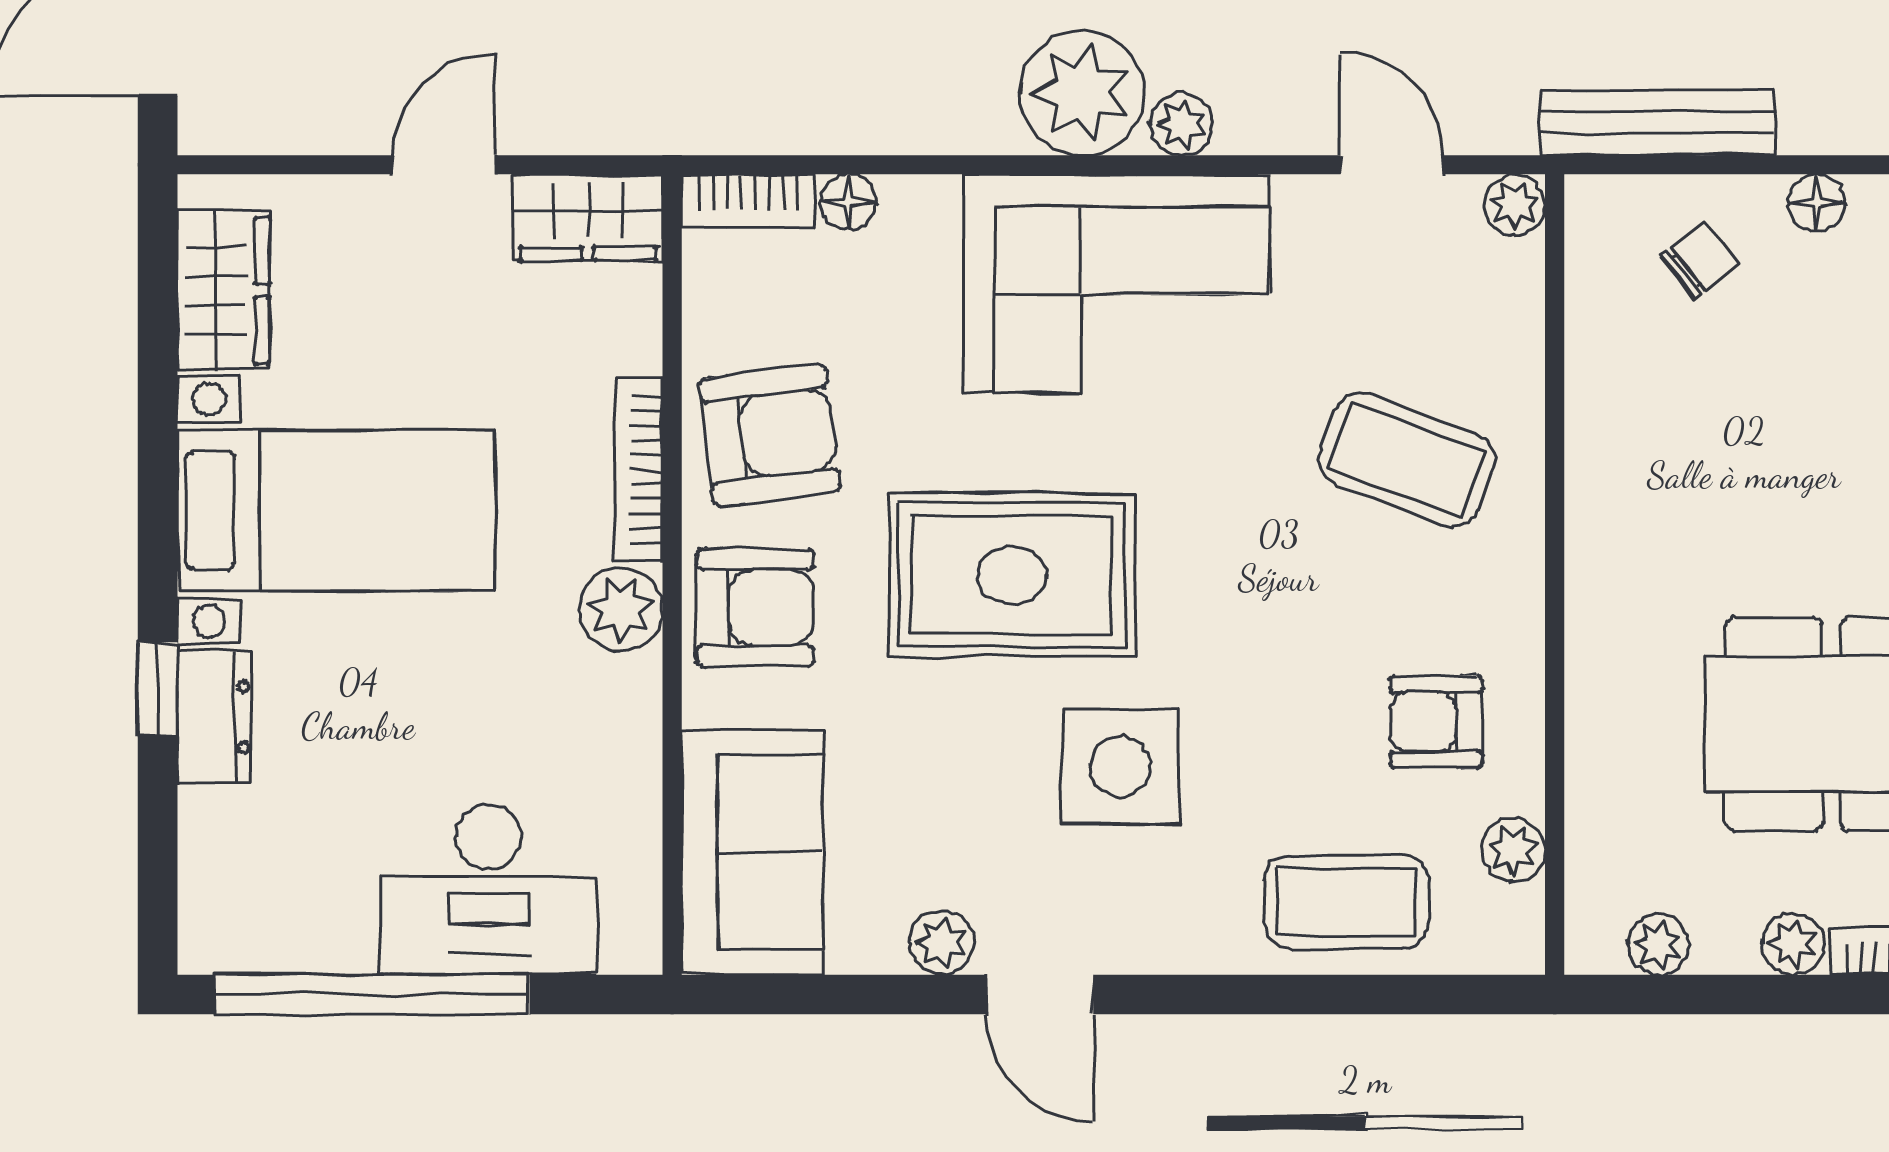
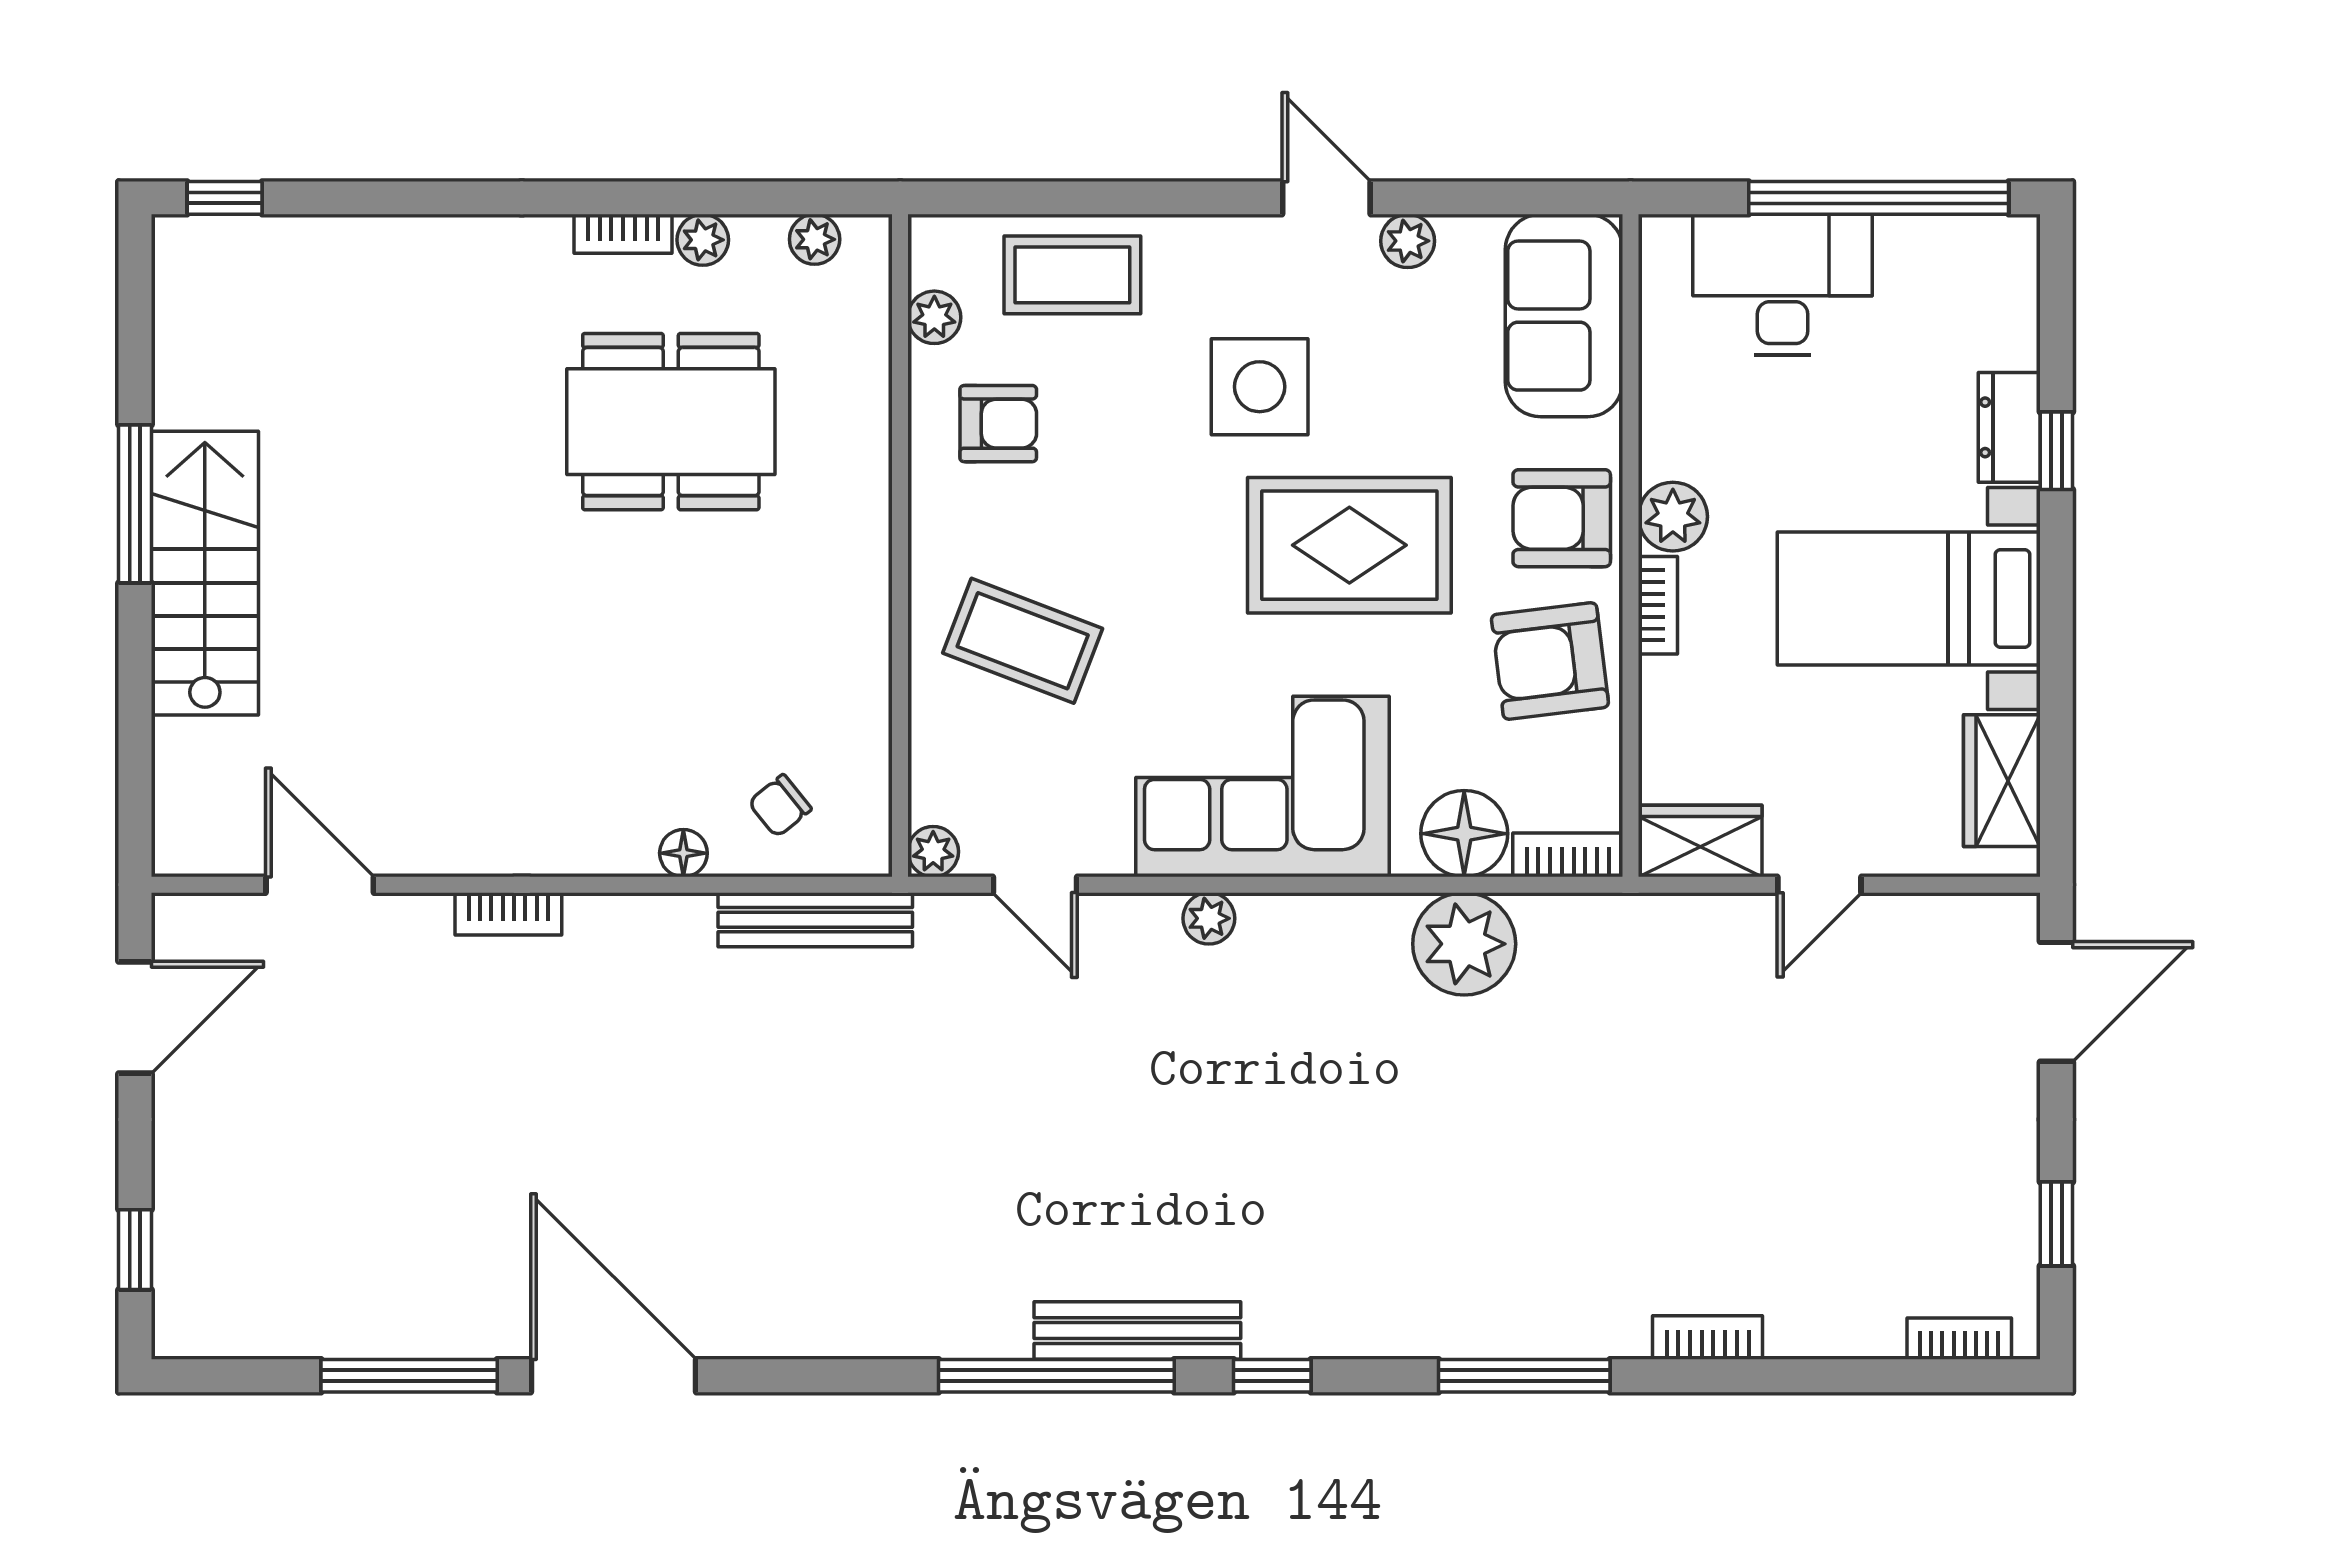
plant: (1082, 93) -> (1464, 944), moved
floor lamp: (848, 202) -> (1464, 834), width x1.89, depth x1.89
bookcase: (639, 469) -> (1658, 605), width x0.64

